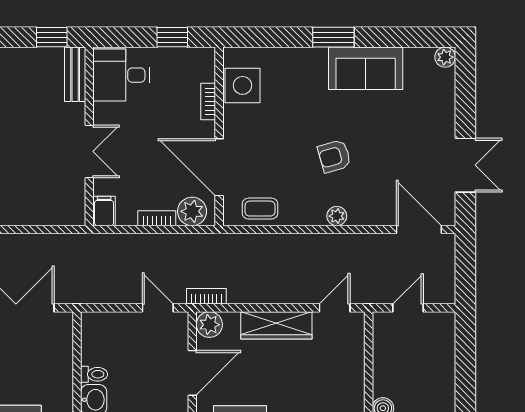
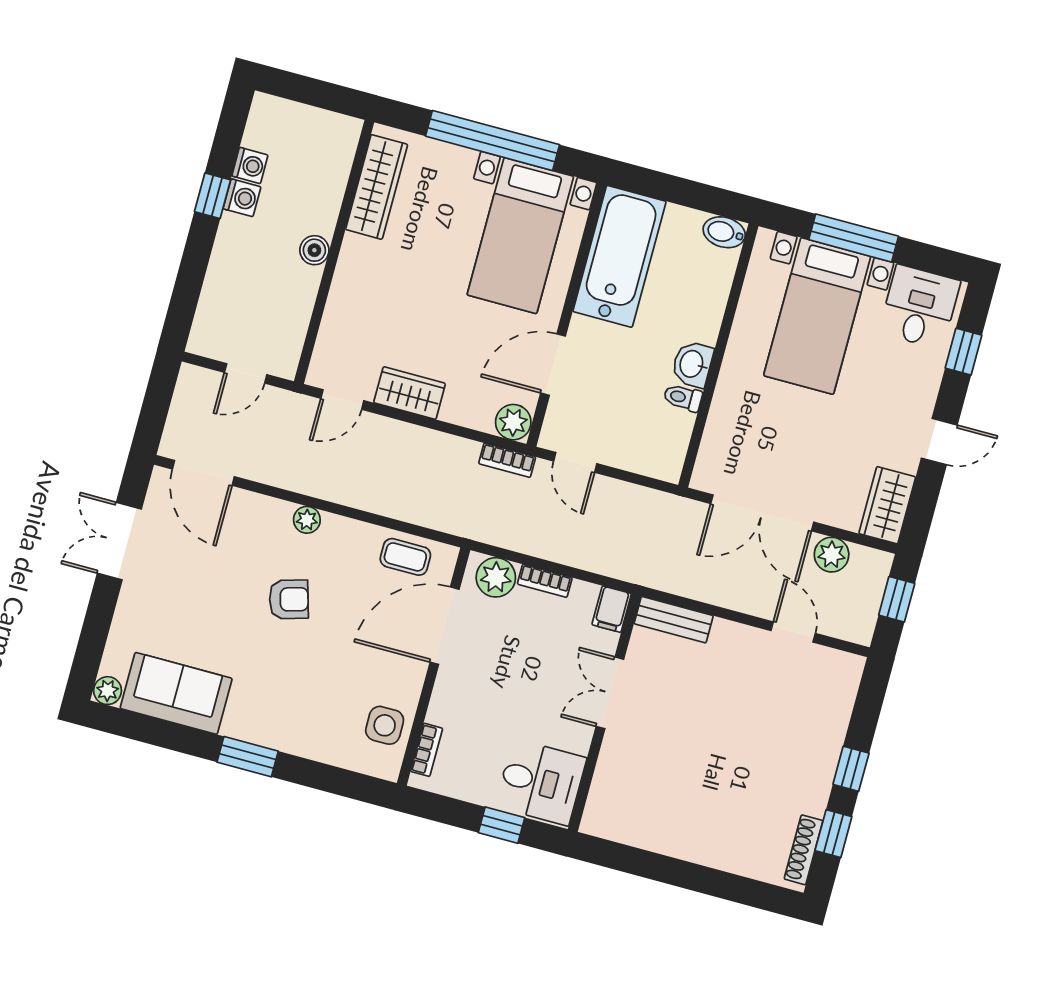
window: (52, 37) -> (619, 857), removed
window: (172, 37) -> (501, 825), moved
sofa: (366, 68) -> (176, 693), moved
bench: (75, 74) -> (674, 620), moved, turned 90
side table: (243, 85) -> (385, 725), width x0.73, depth x0.73
bookcase: (208, 101) -> (427, 750), moved
door: (219, 167) -> (445, 626), swing flipped
wardrobe: (276, 325) -> (410, 393), width x0.67

